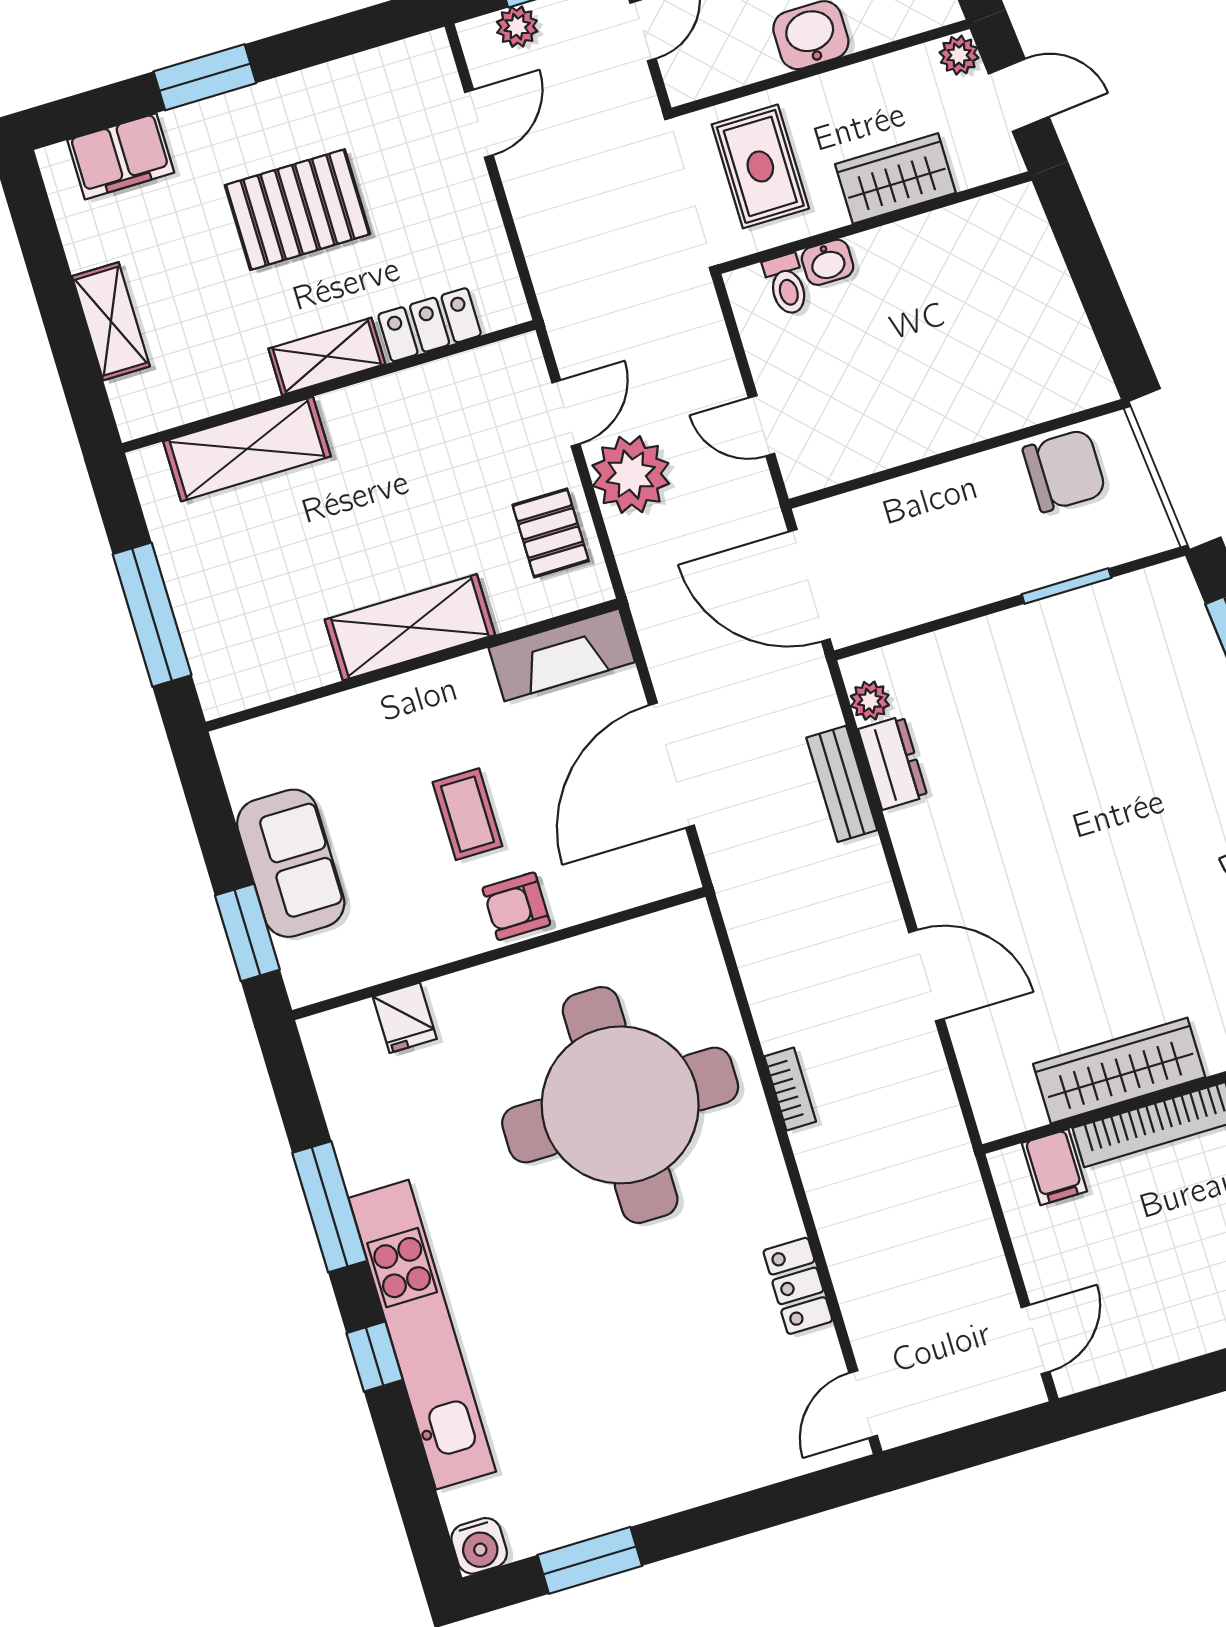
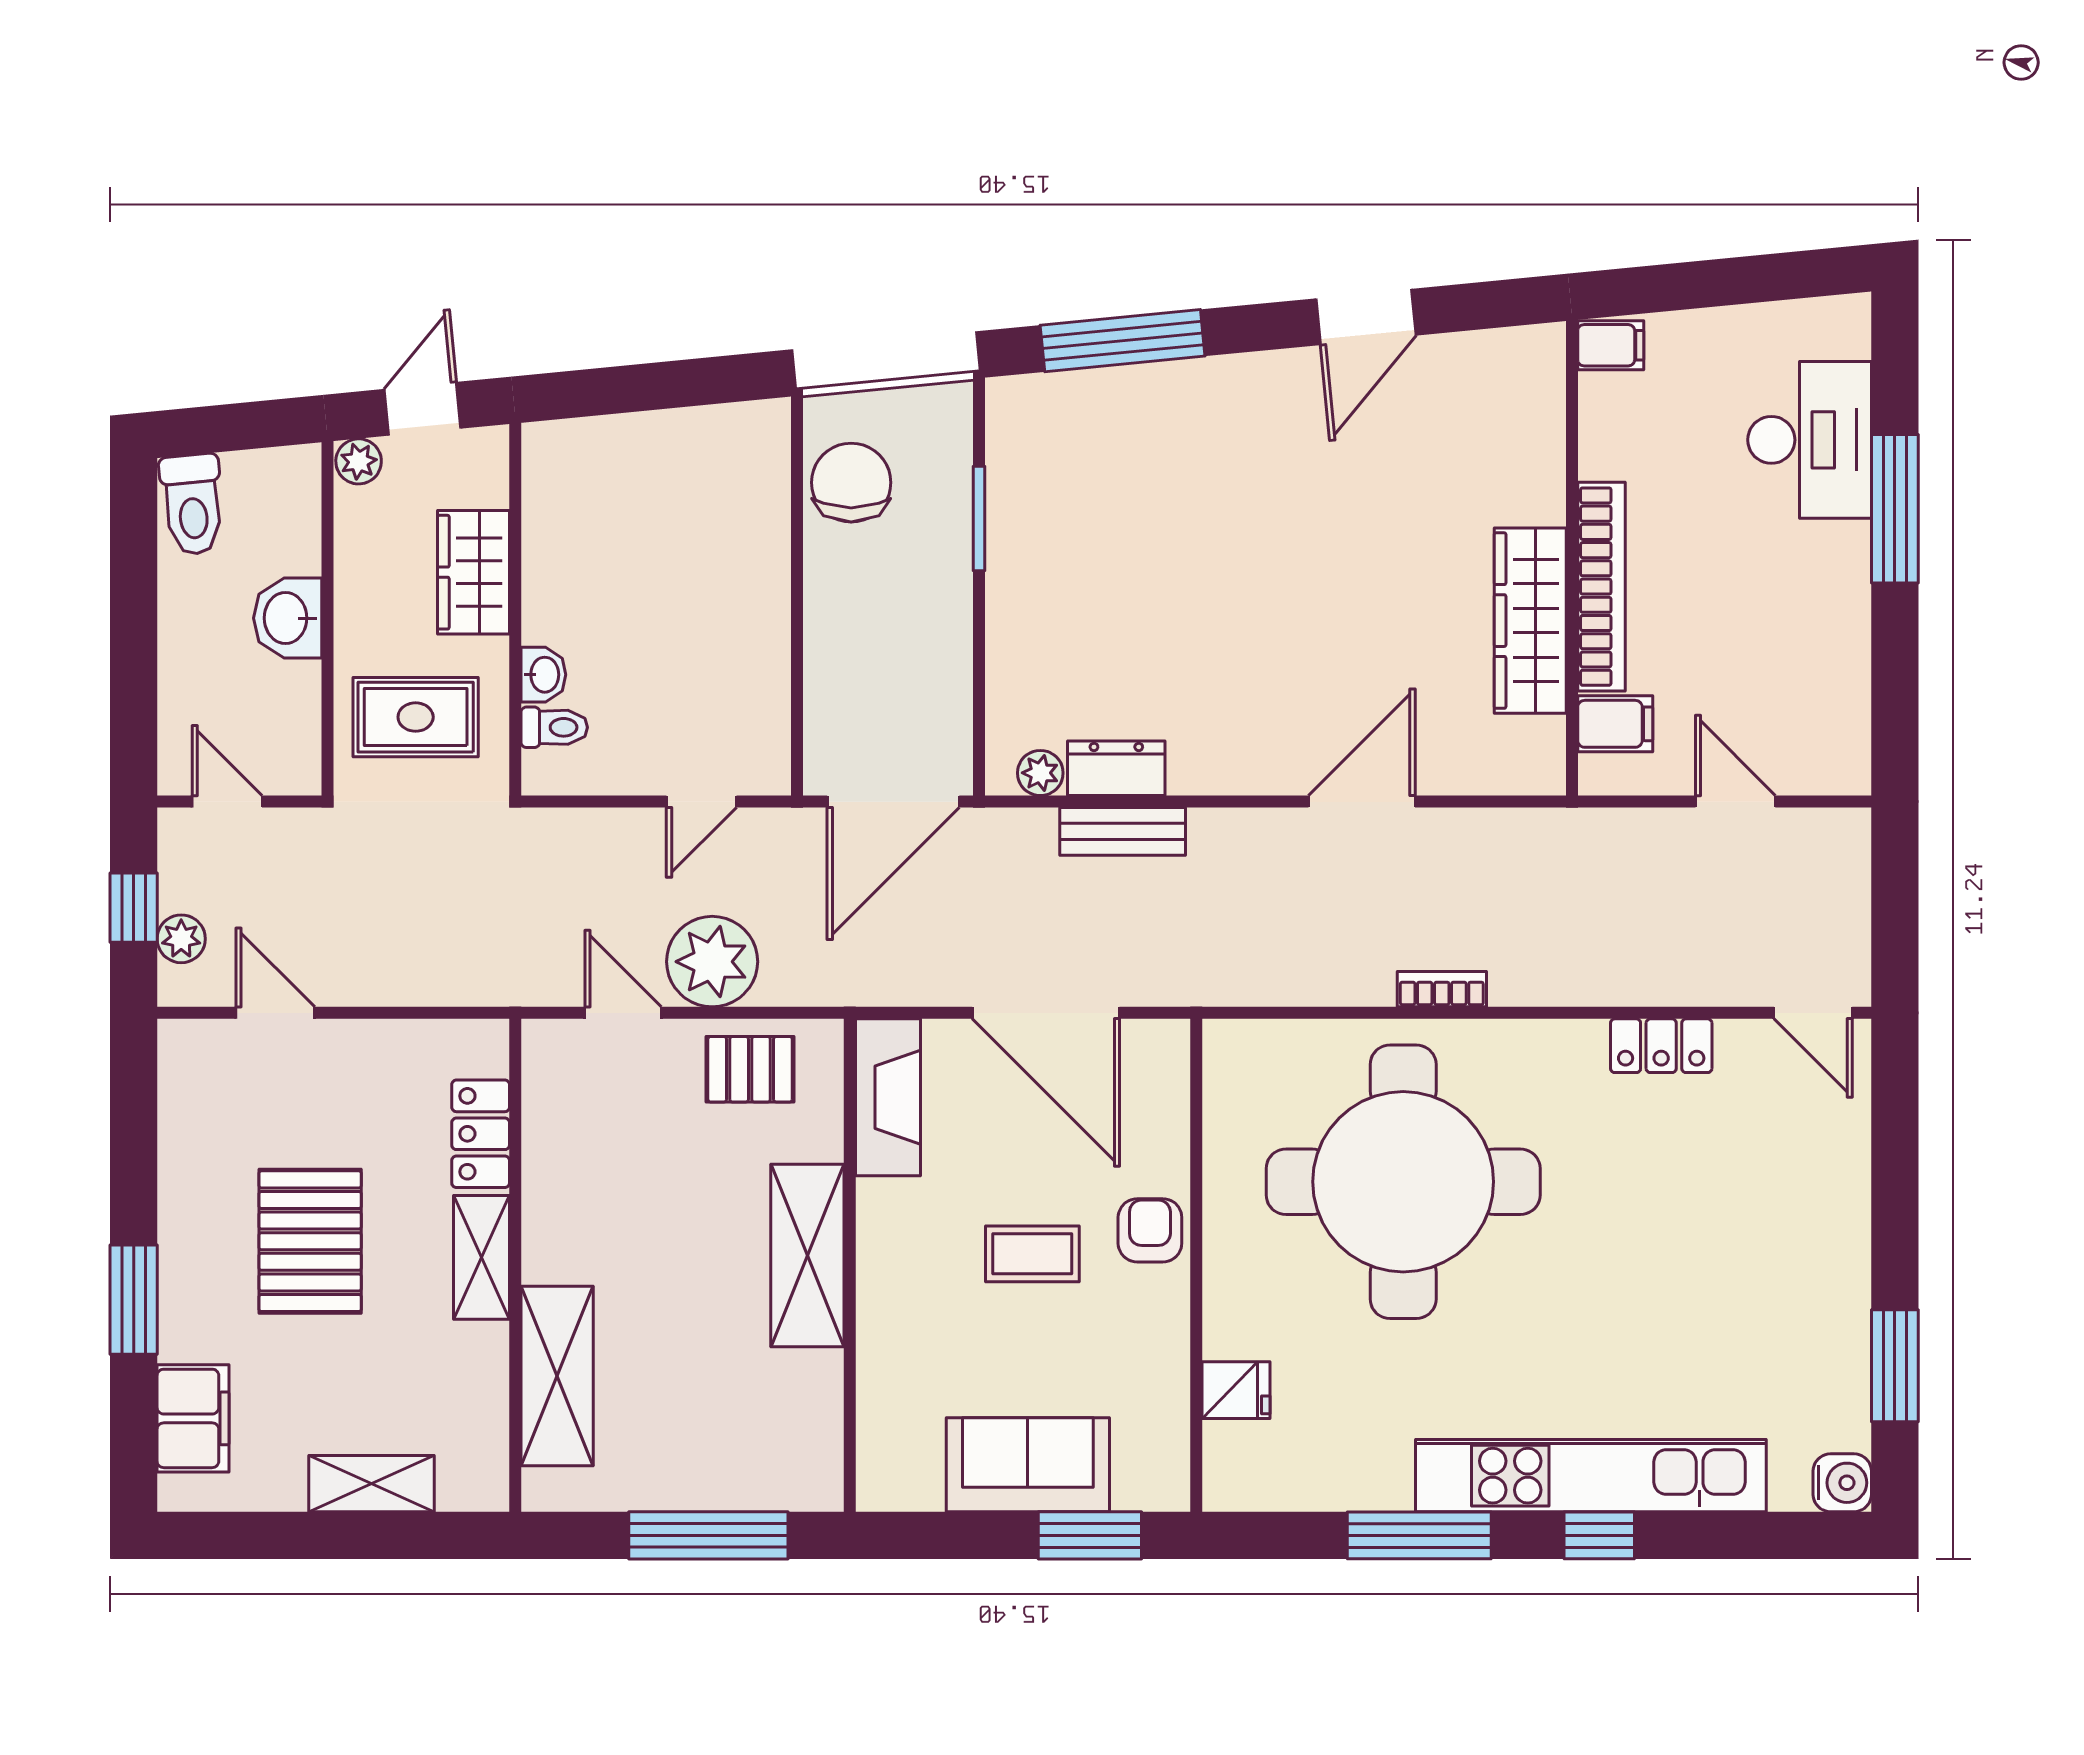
armchair: (516, 906) -> (1150, 1230), turned 180
door: (1036, 1339) -> (1735, 802), moved

